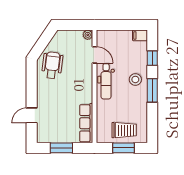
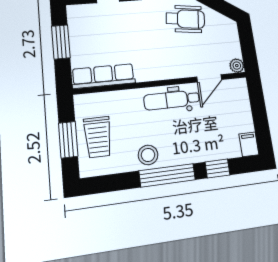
stool: (135, 79) -> (148, 155), moved
window: (152, 90) -> (167, 175), width x1.44

